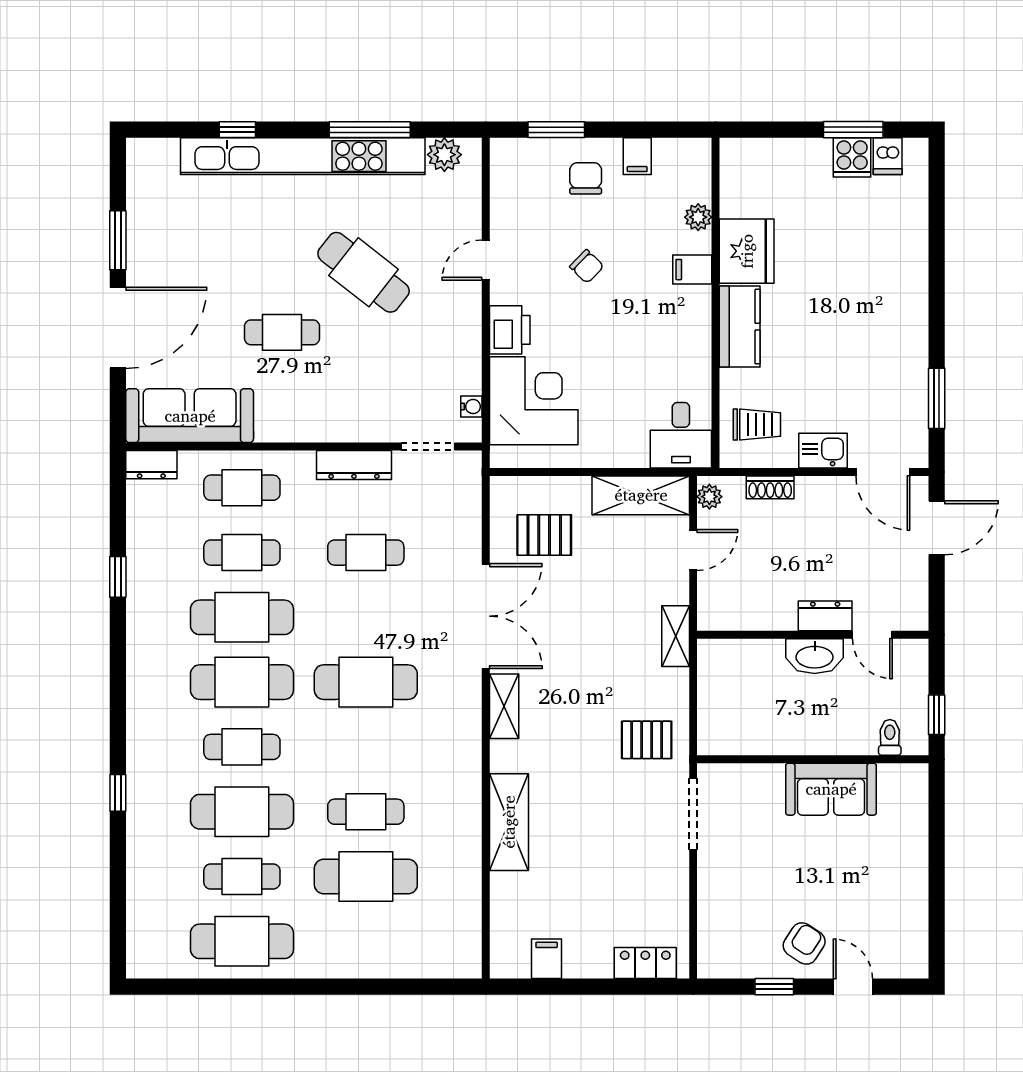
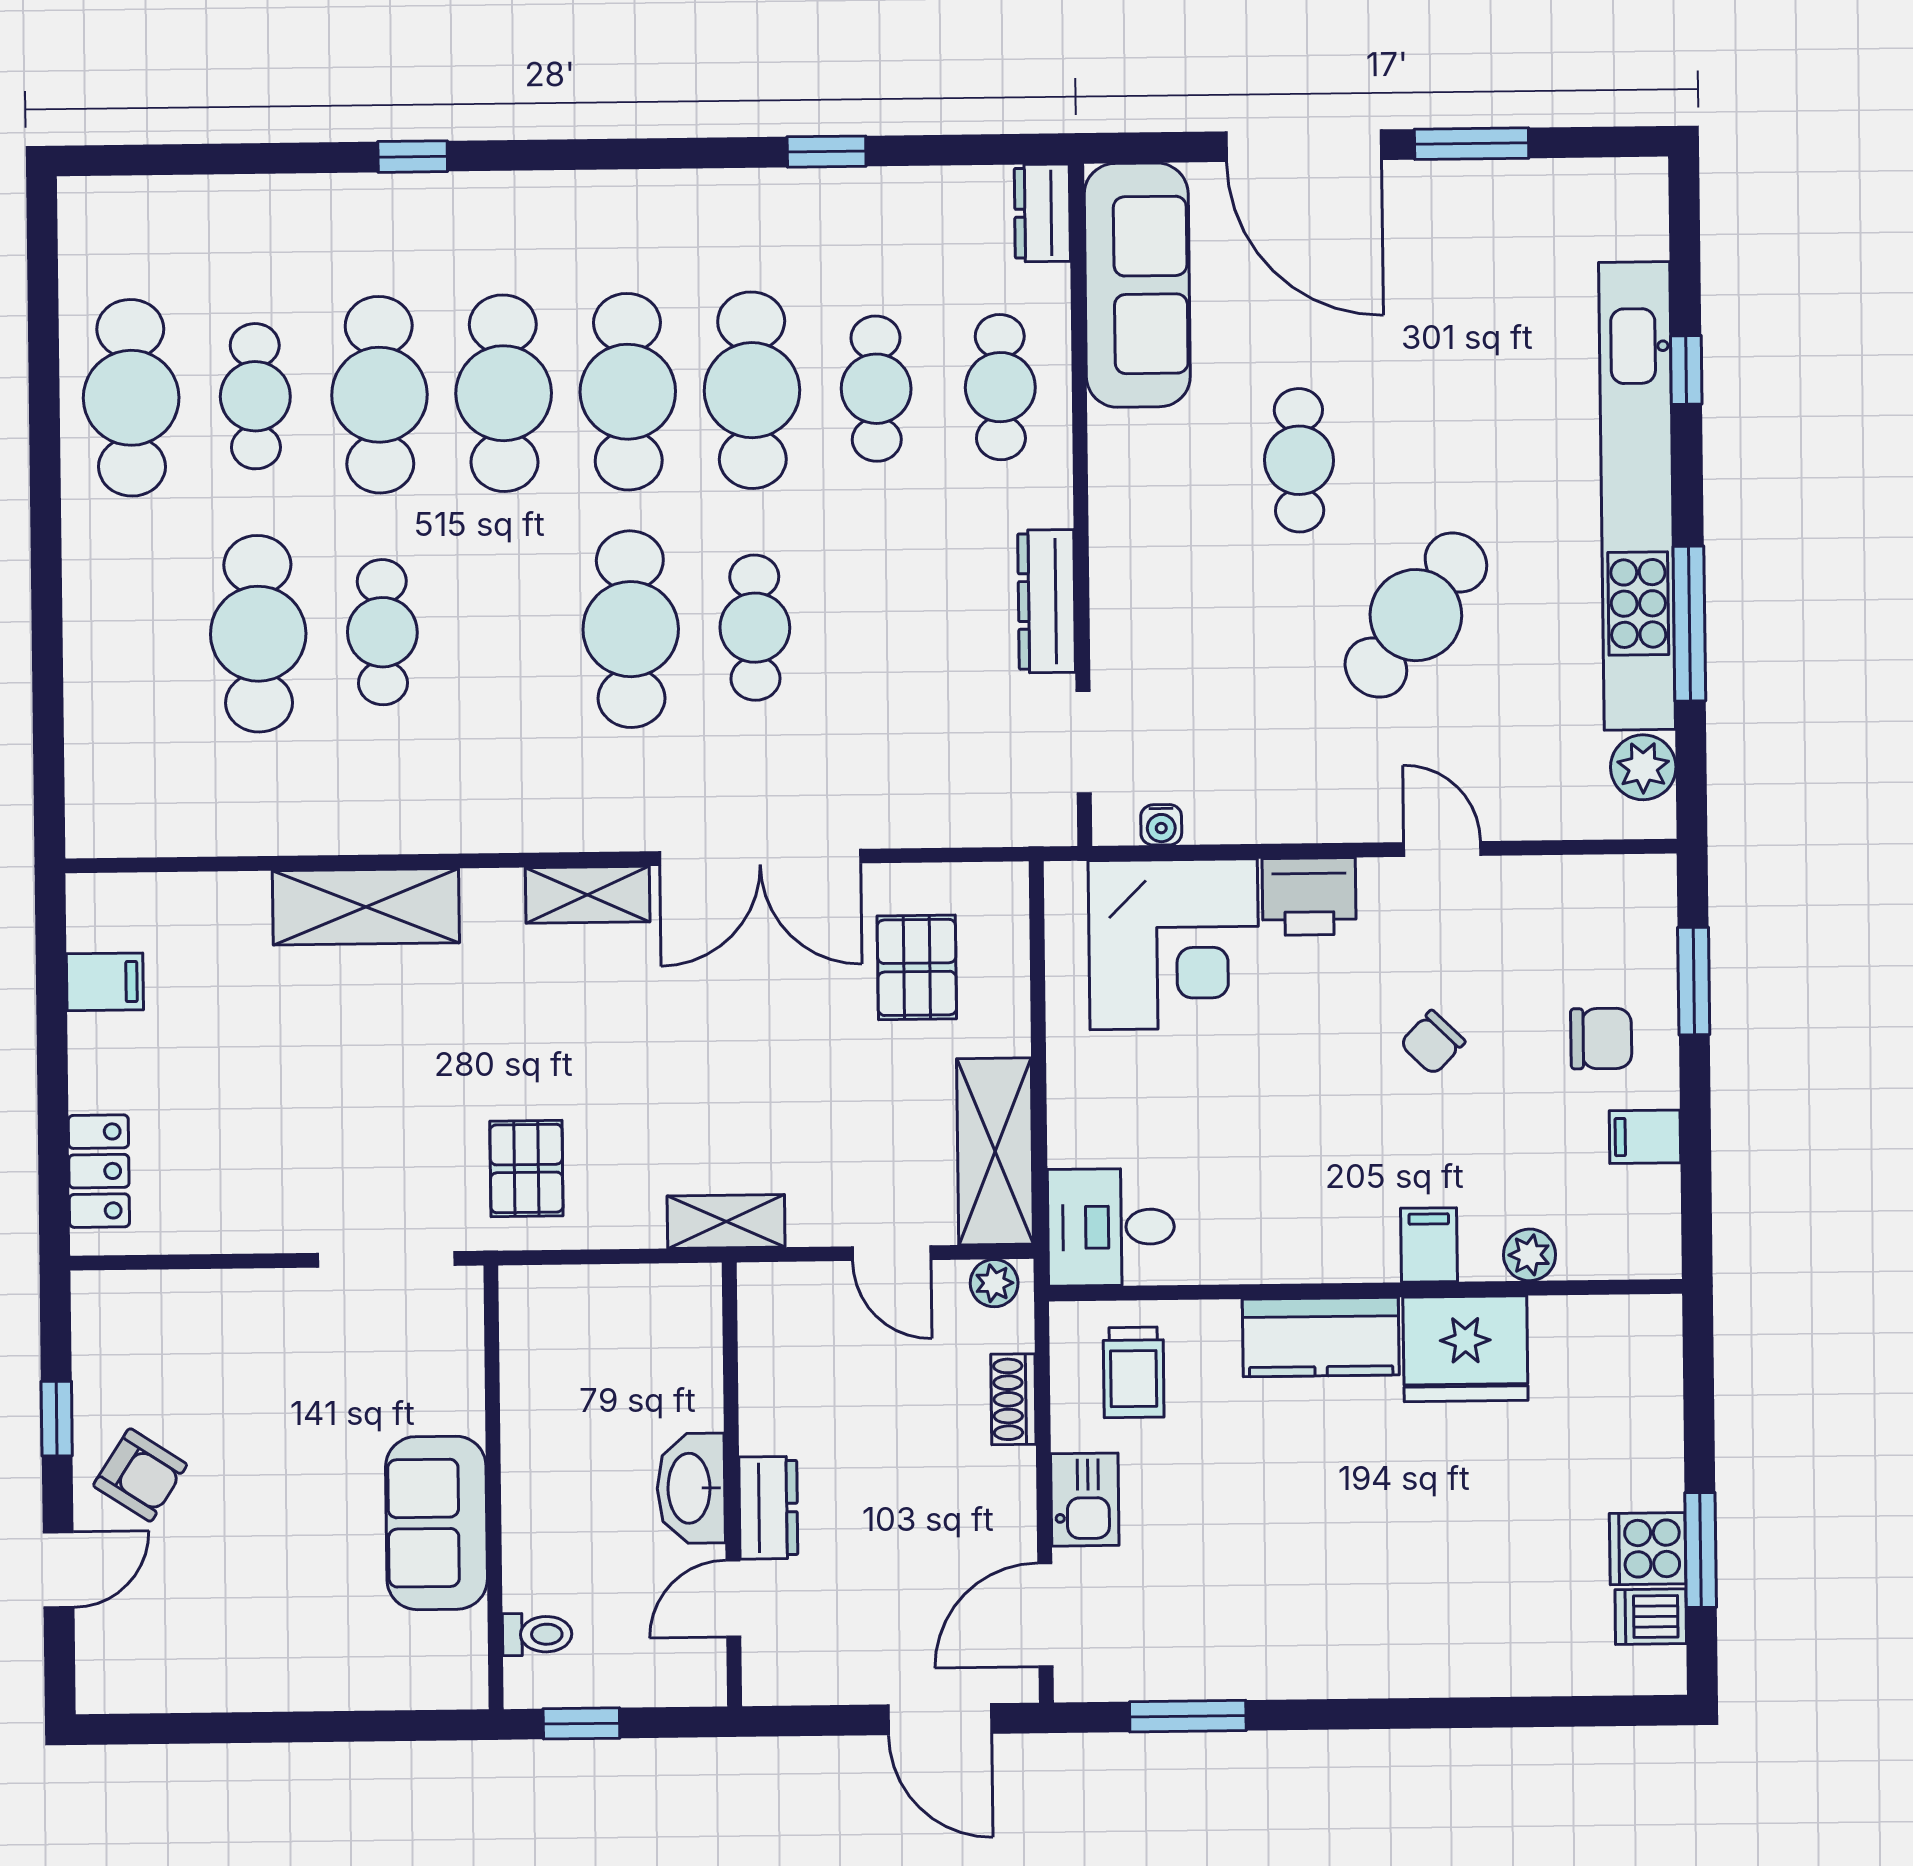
cafe table: (366, 553) -> (755, 628), moved
cafe table: (242, 747) -> (504, 393), width x1.37, depth x1.35

